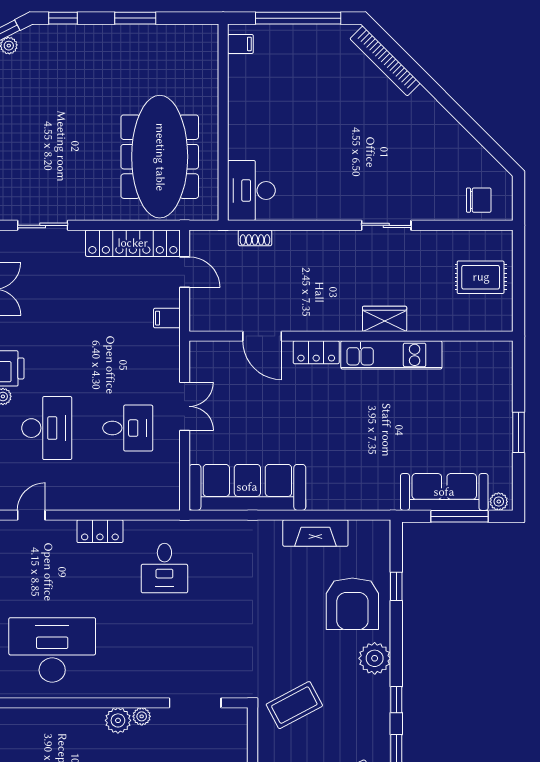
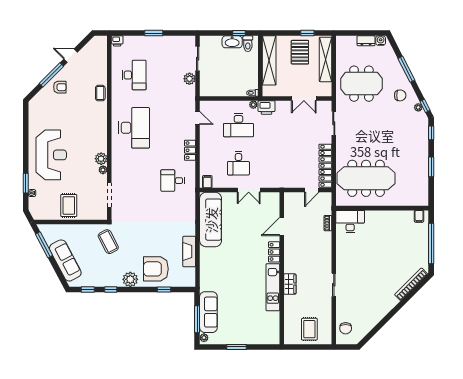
filing cabinet: (167, 318) -> (207, 182), moved

